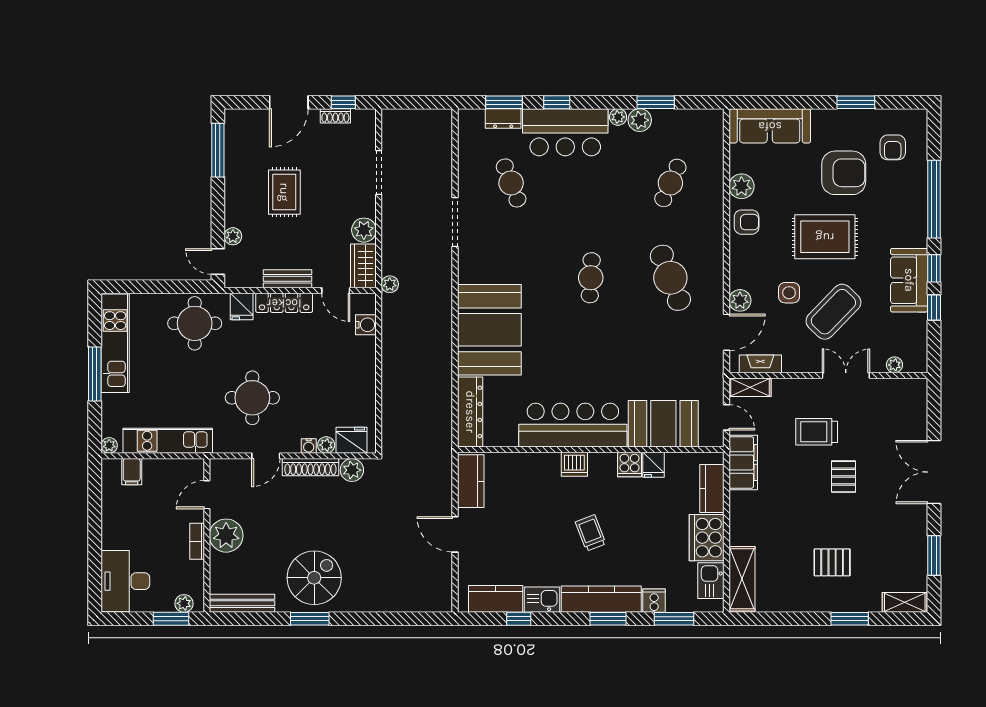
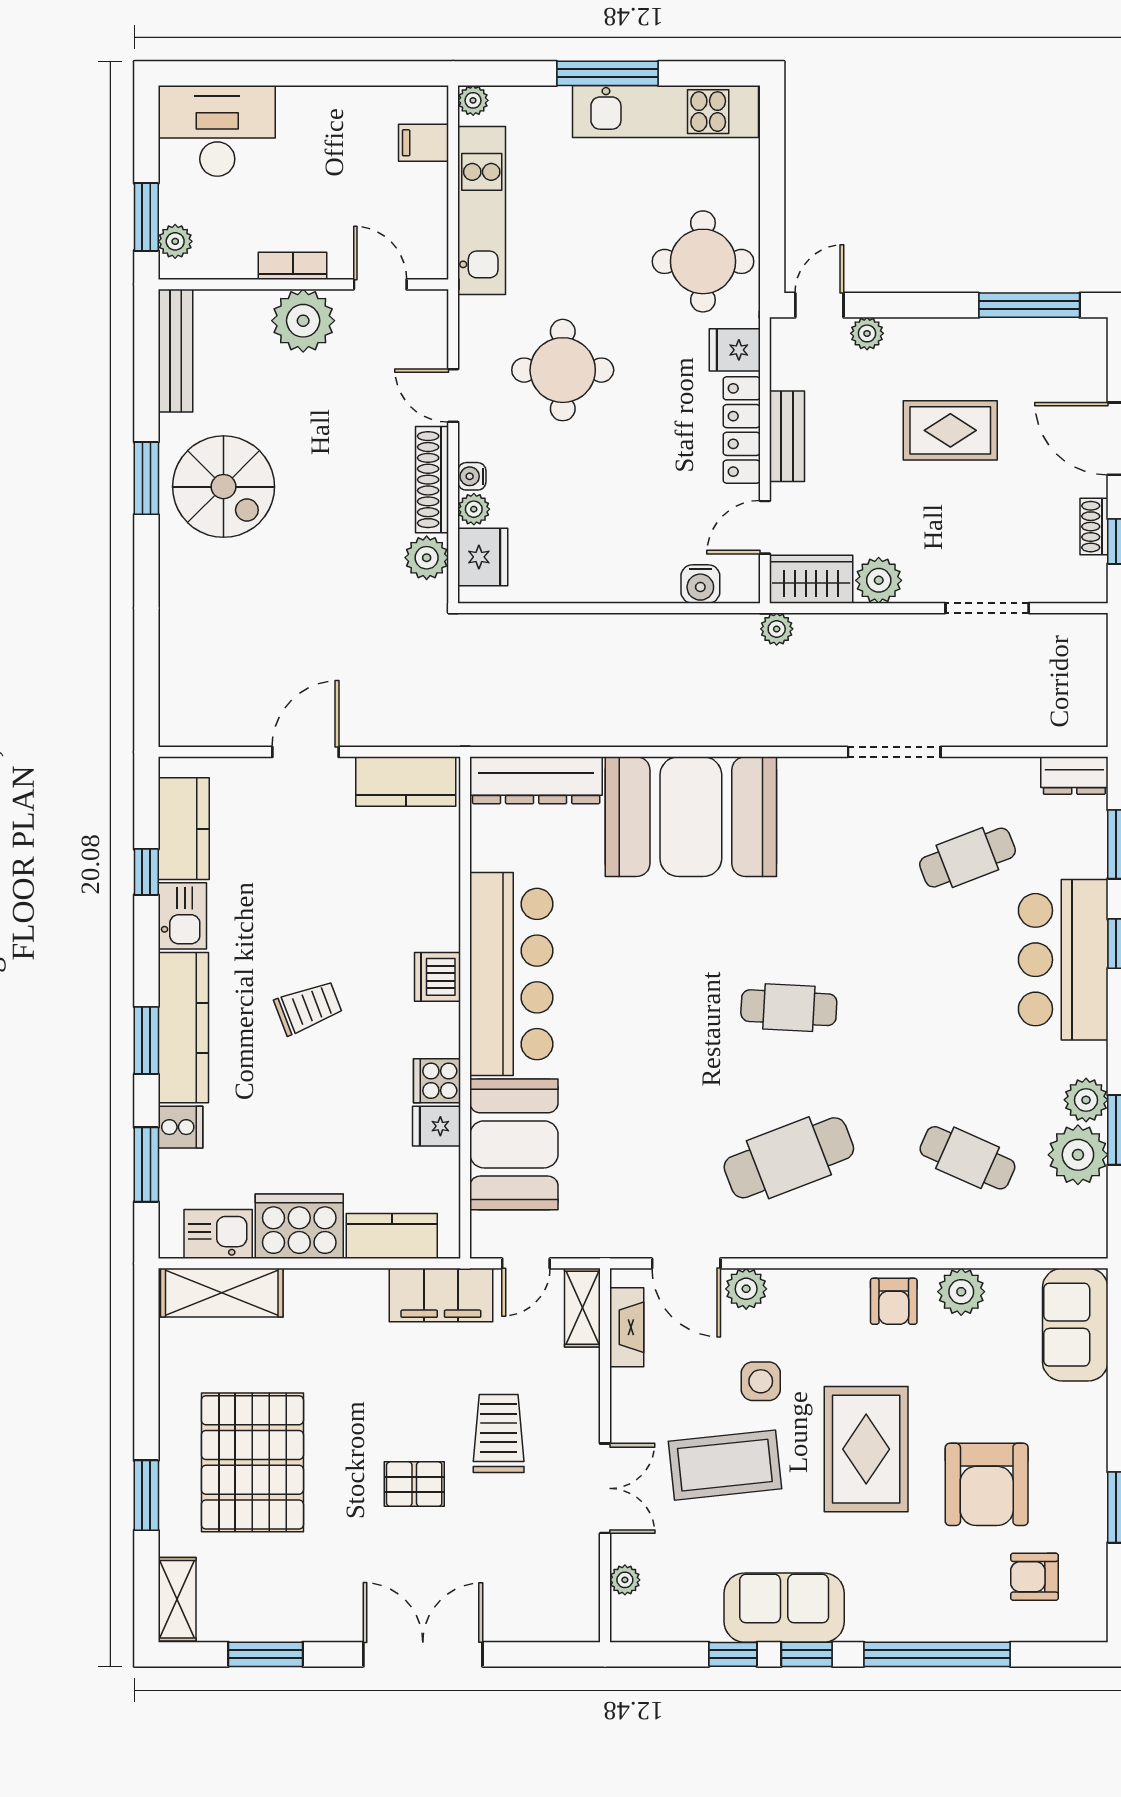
plant: (618, 117) -> (1078, 1155), moved, width x1.87, depth x1.87
dresser: (503, 118) -> (1074, 776), moved, turned -90
sofa: (770, 126) -> (1075, 1325), width x0.73
coffee table: (833, 312) -> (725, 1465), turned -50
pallet: (832, 562) -> (252, 1462), width x2.05, depth x2.00

